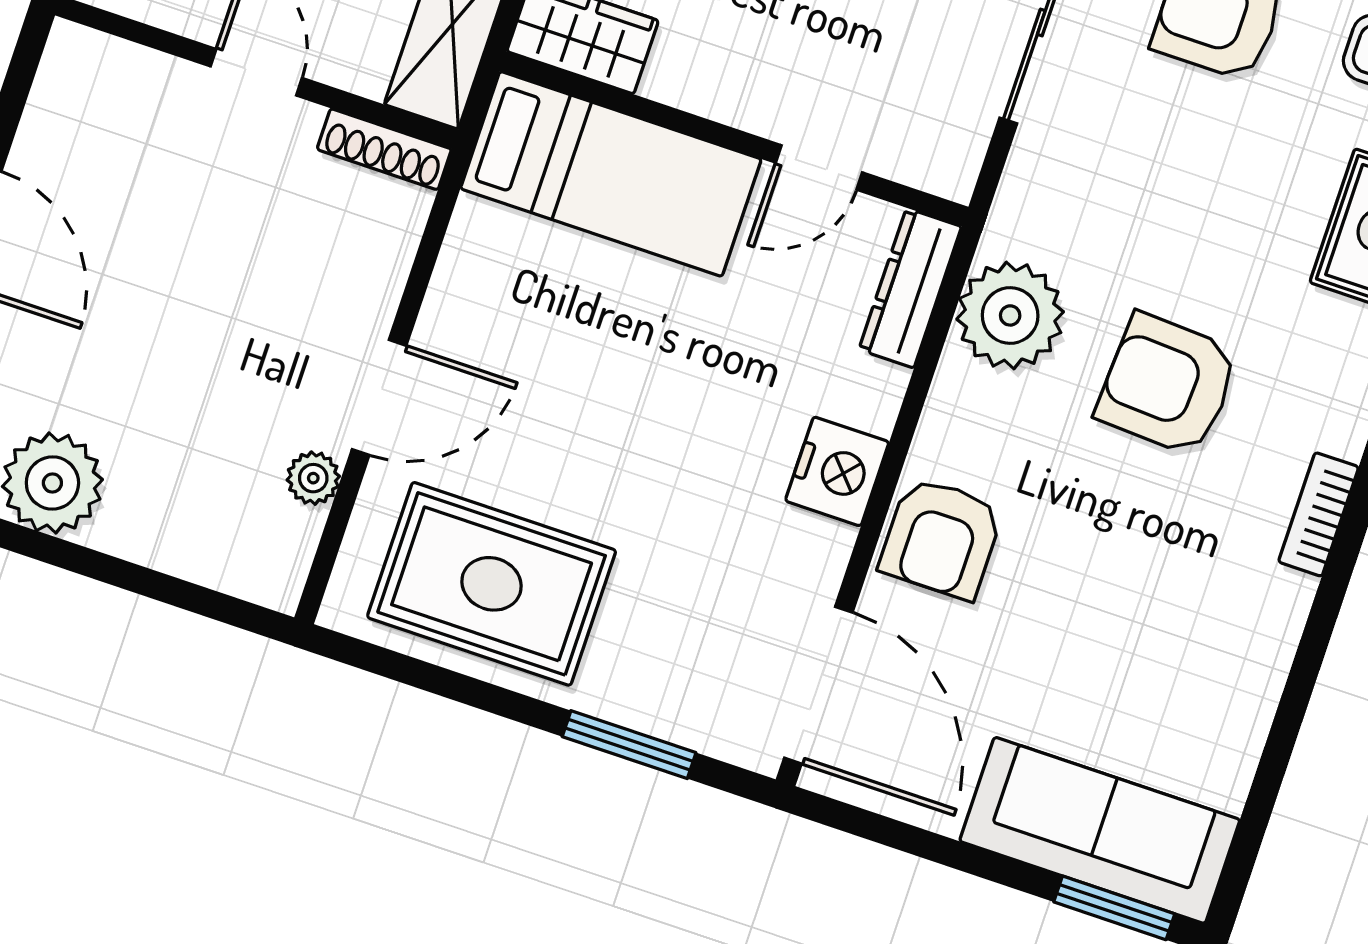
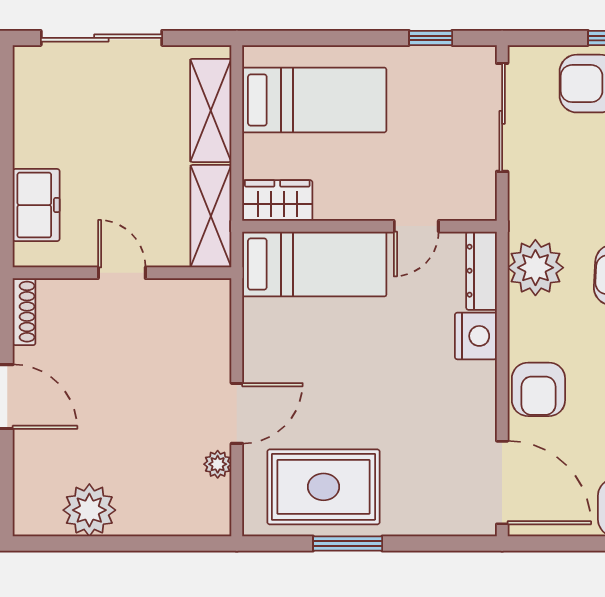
shoe rack: (384, 149) -> (24, 312), moved, turned -90
nightstand: (837, 471) -> (476, 336), moved
window: (629, 745) -> (348, 544), moved

